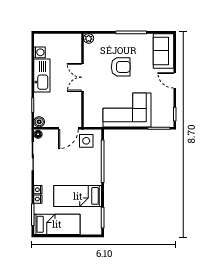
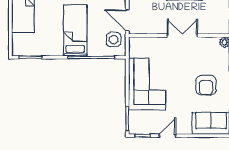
armchair: (121, 67) -> (206, 85), moved
door: (175, 80) -> (167, 136), moved
bed: (78, 196) -> (75, 30), moved

